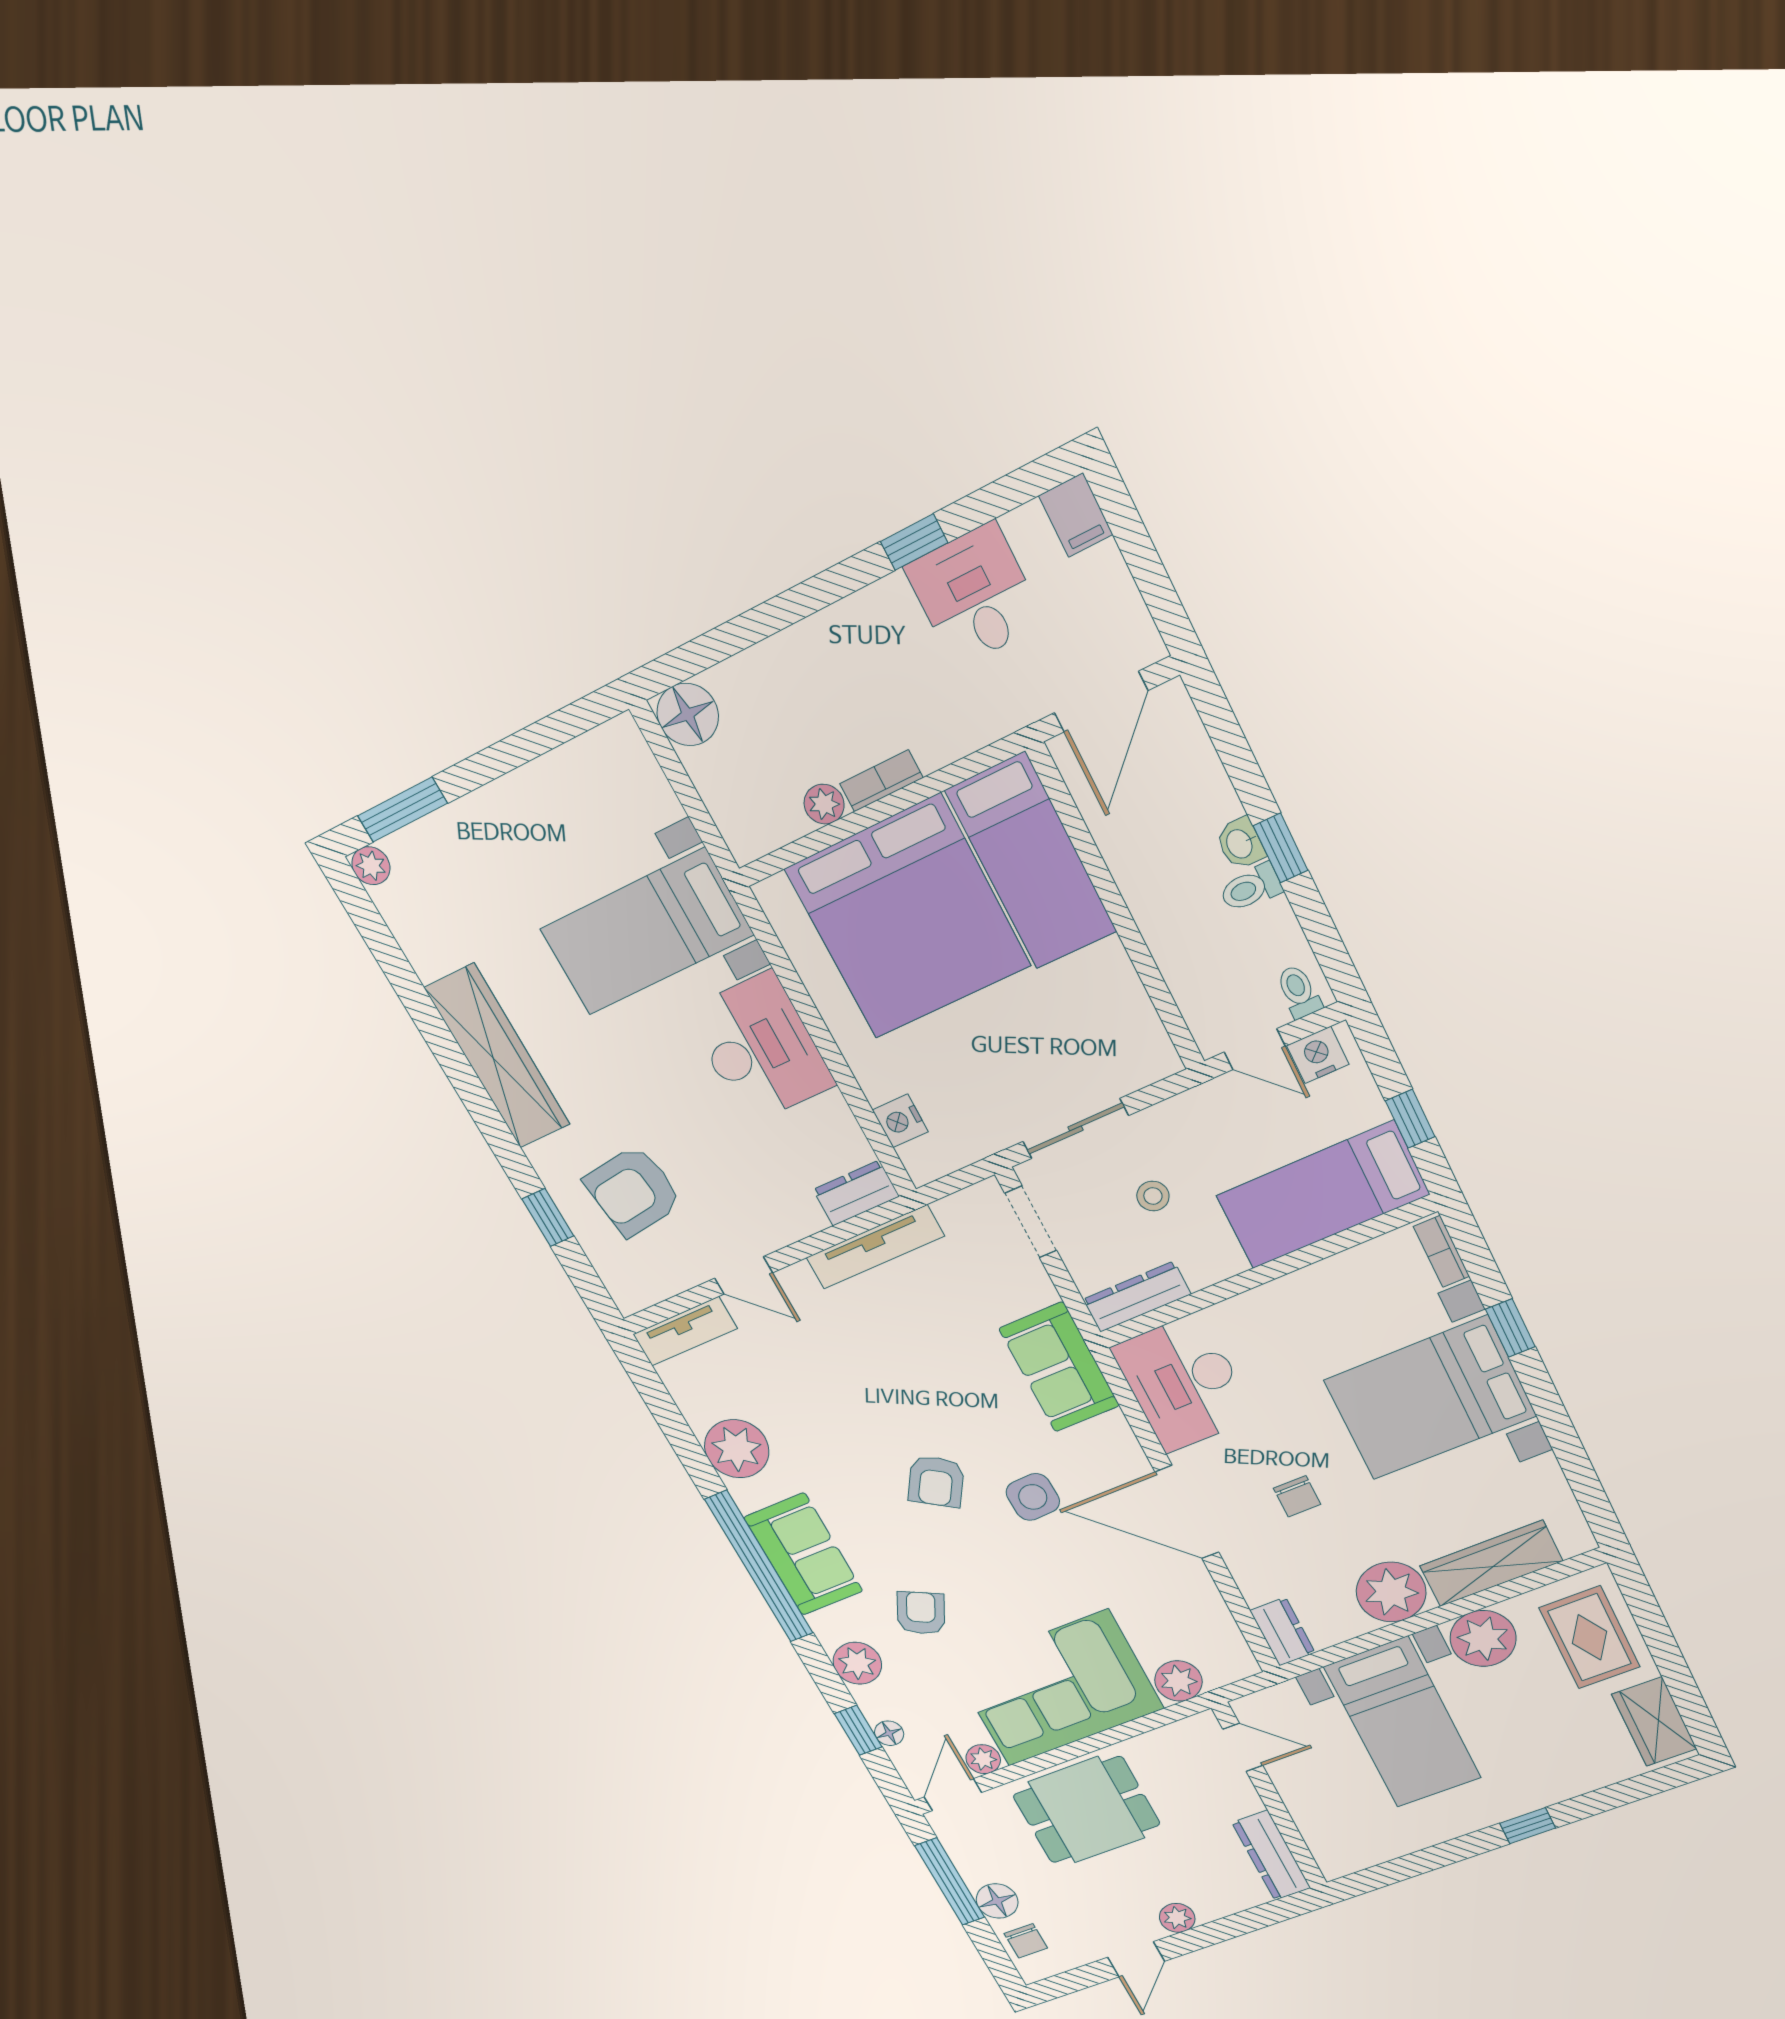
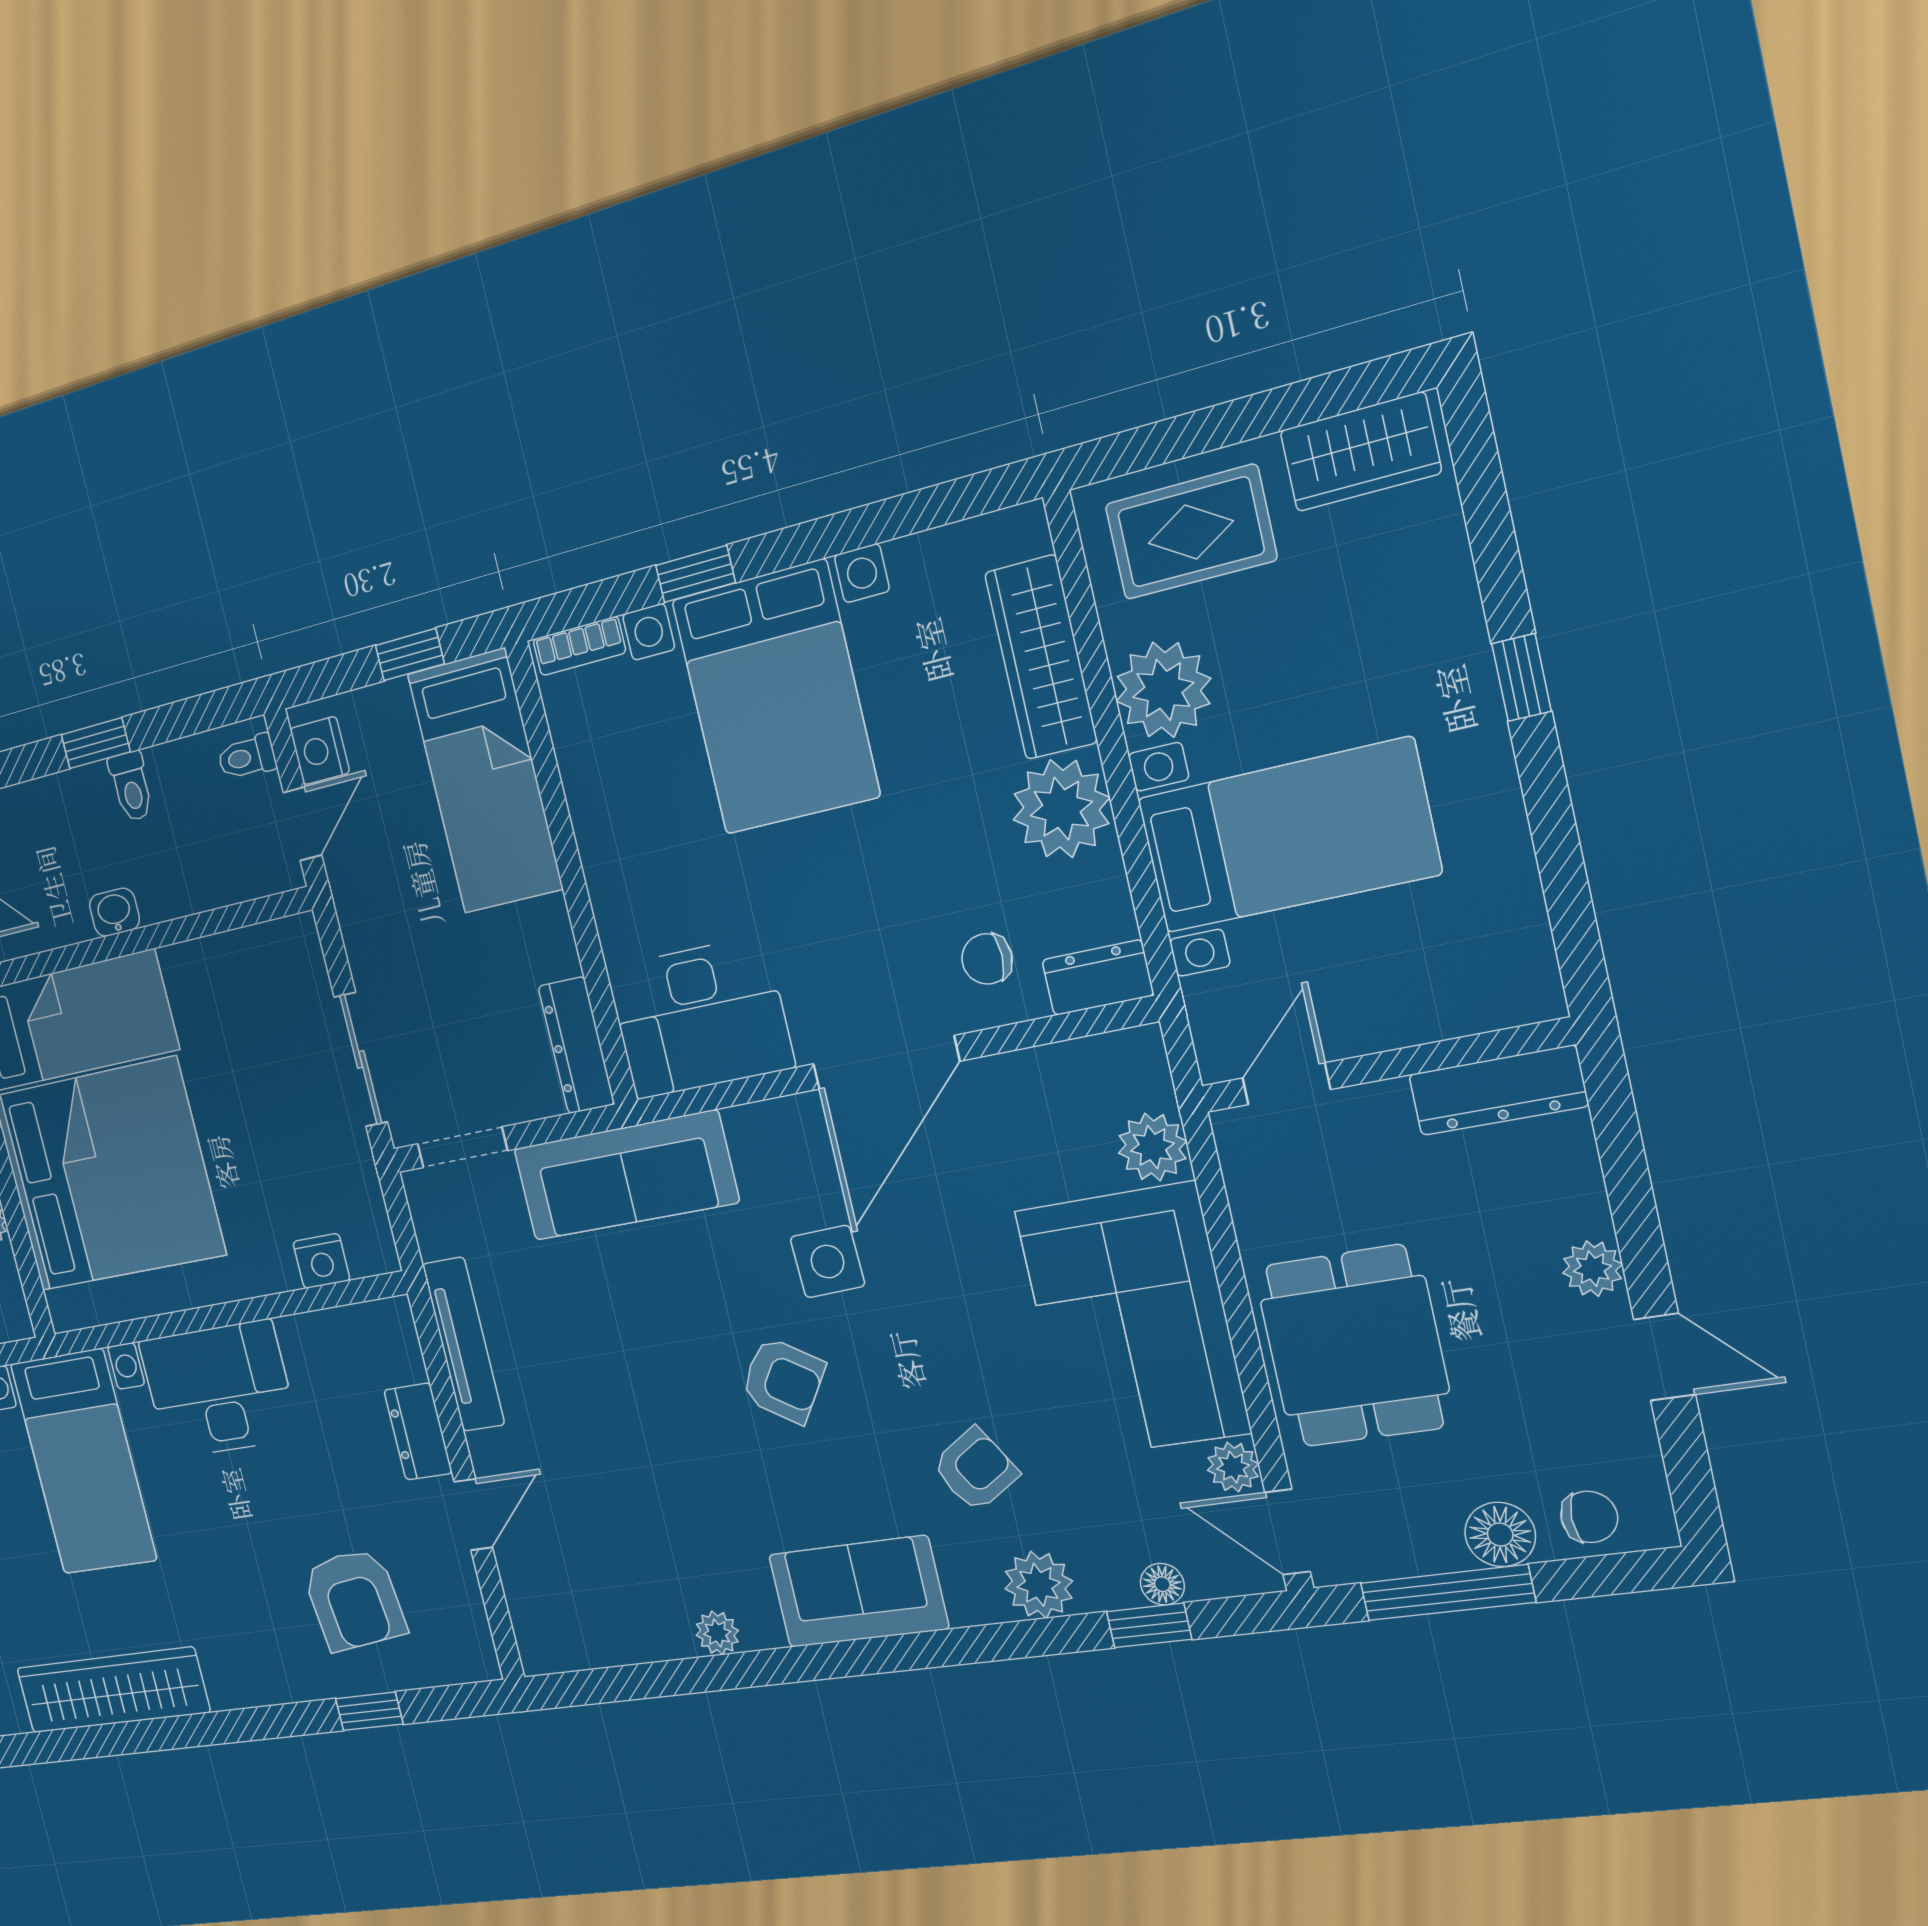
washbasin: (1240, 843) -> (114, 912), moved, turned 180
wardrobe: (497, 1056) -> (113, 1690), moved
dresser: (856, 1193) -> (418, 1432), moved
stool: (1153, 1196) -> (454, 990), removed
tv unit: (685, 1331) -> (531, 1614), removed
sofa: (1059, 1367) -> (625, 1176), width x1.36
plant: (737, 1449) -> (717, 1633), width x0.53, depth x0.53
chair: (1297, 1496) -> (987, 959), moved, turned 180
window: (759, 1567) -> (866, 1657), removed
armchair: (921, 1613) -> (975, 1470), turned 121

